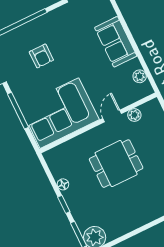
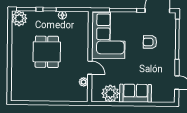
plant: (140, 76) -> (110, 93), width x1.88, depth x1.88
dining table: (116, 164) -> (47, 52), moved

